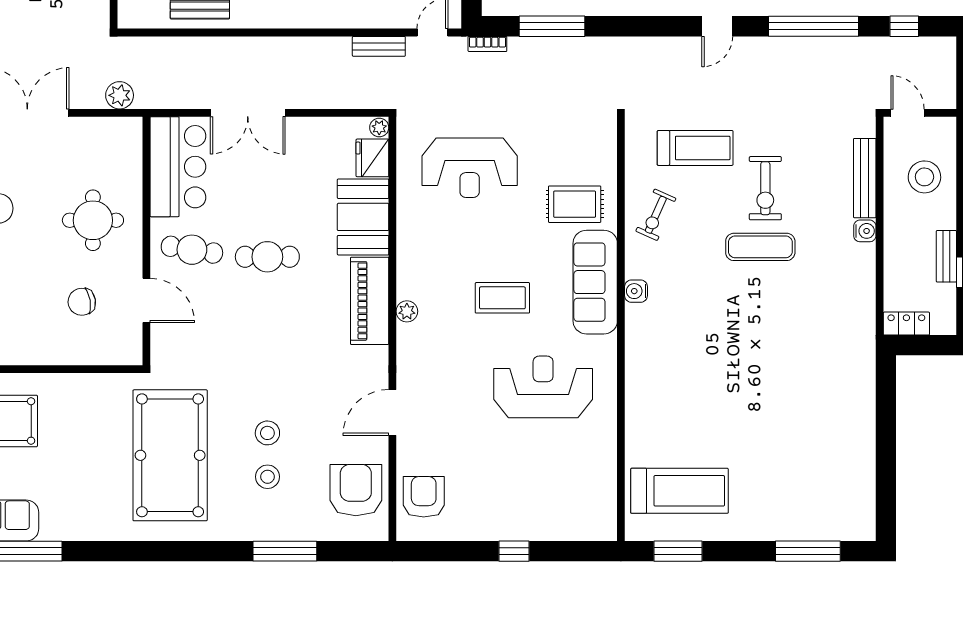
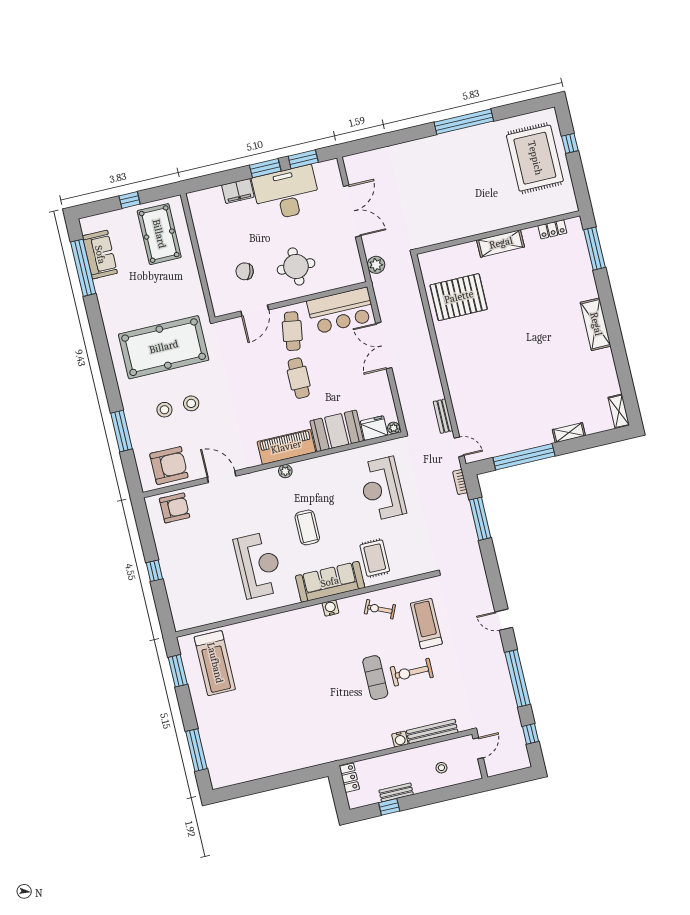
treadmill: (695, 148) -> (426, 624), turned 180
stool: (924, 177) -> (441, 768), width x0.53, depth x0.53
chair: (82, 302) -> (245, 271), turned -60

